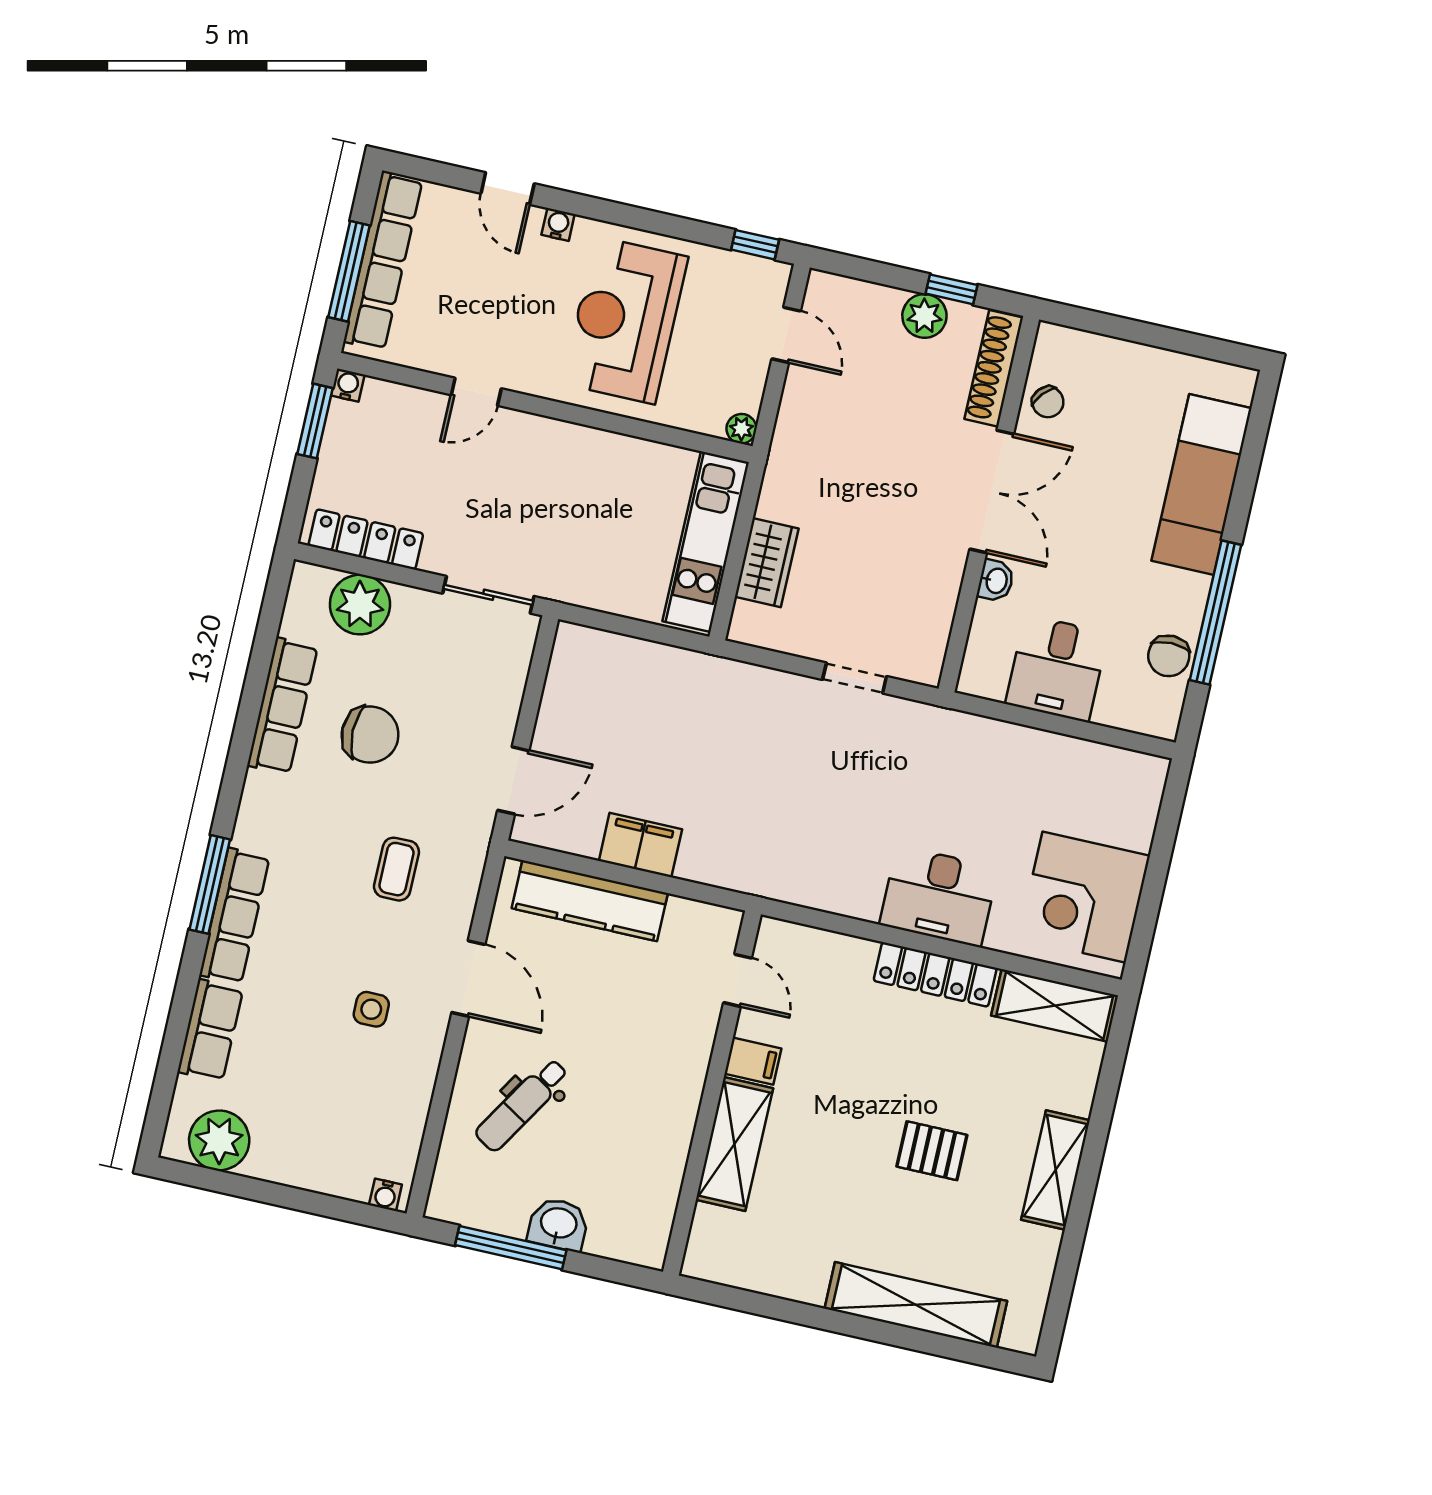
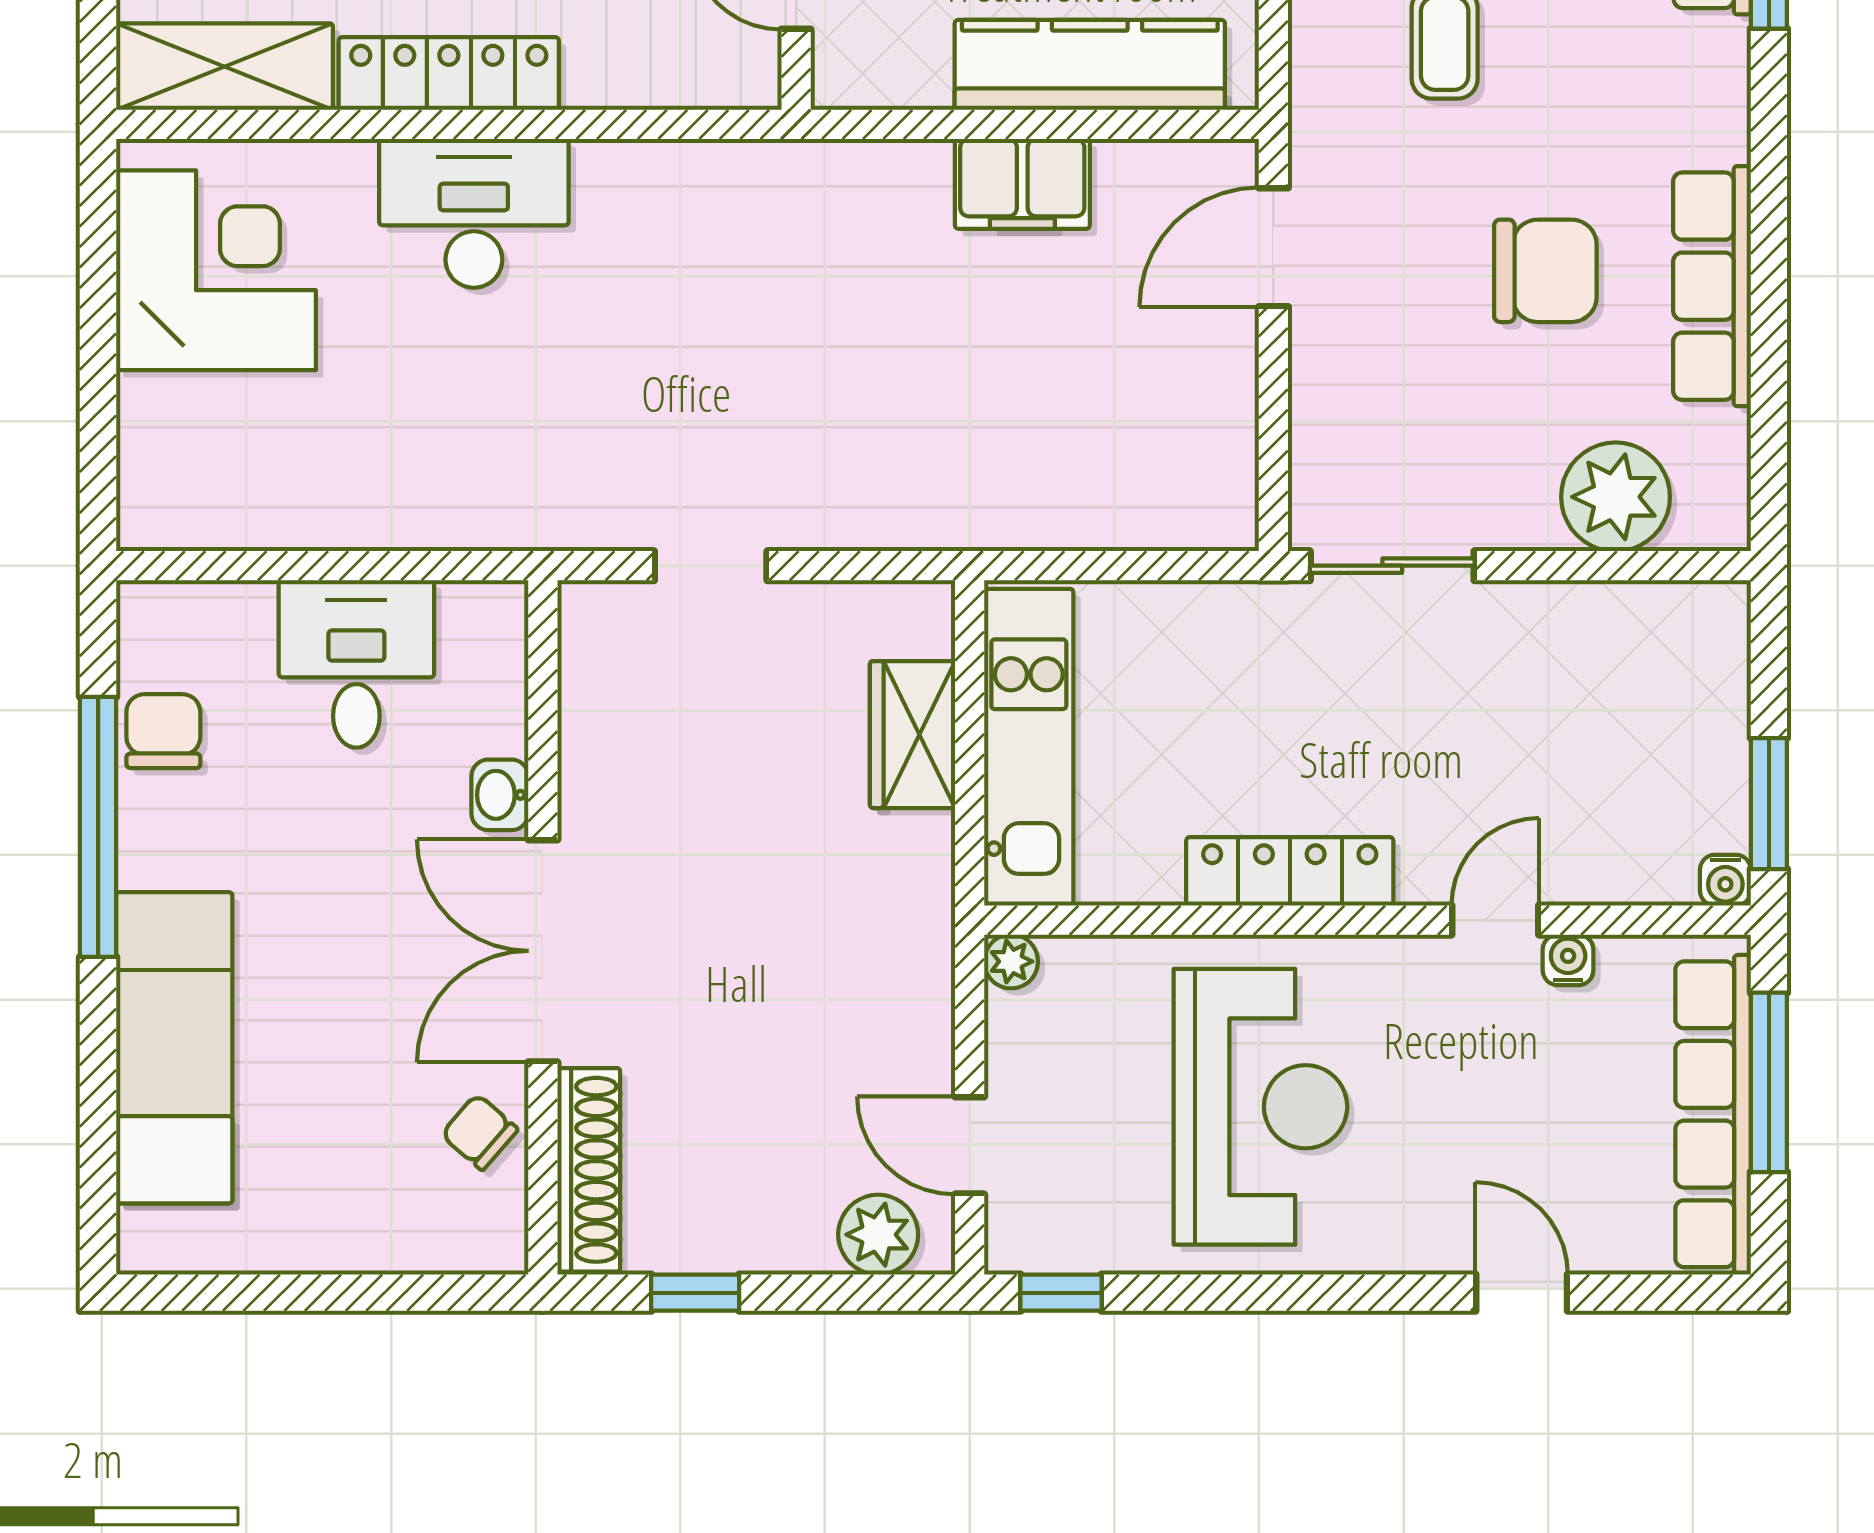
water cooler: (558, 224) -> (1568, 960), moved, turned 180
plant: (924, 316) -> (878, 1235), moved
locker: (366, 539) -> (1290, 871), moved, turned 180
chair: (370, 735) -> (1545, 271), turned 180

